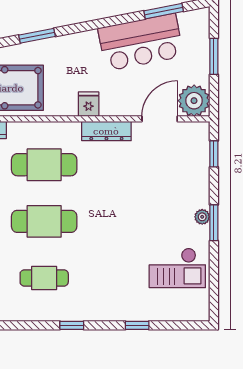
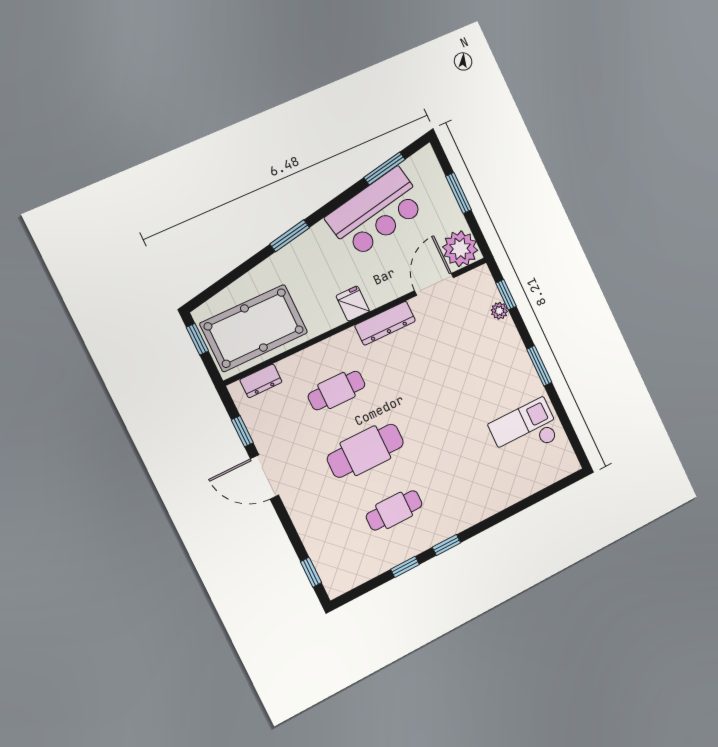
window: (37, 36) -> (290, 236), moved
cafe table: (44, 165) -> (337, 391), width x0.73, depth x0.74
plant: (202, 217) -> (499, 311), moved
checkout: (177, 268) -> (525, 430), turned 180
window: (137, 325) -> (405, 567), moved

